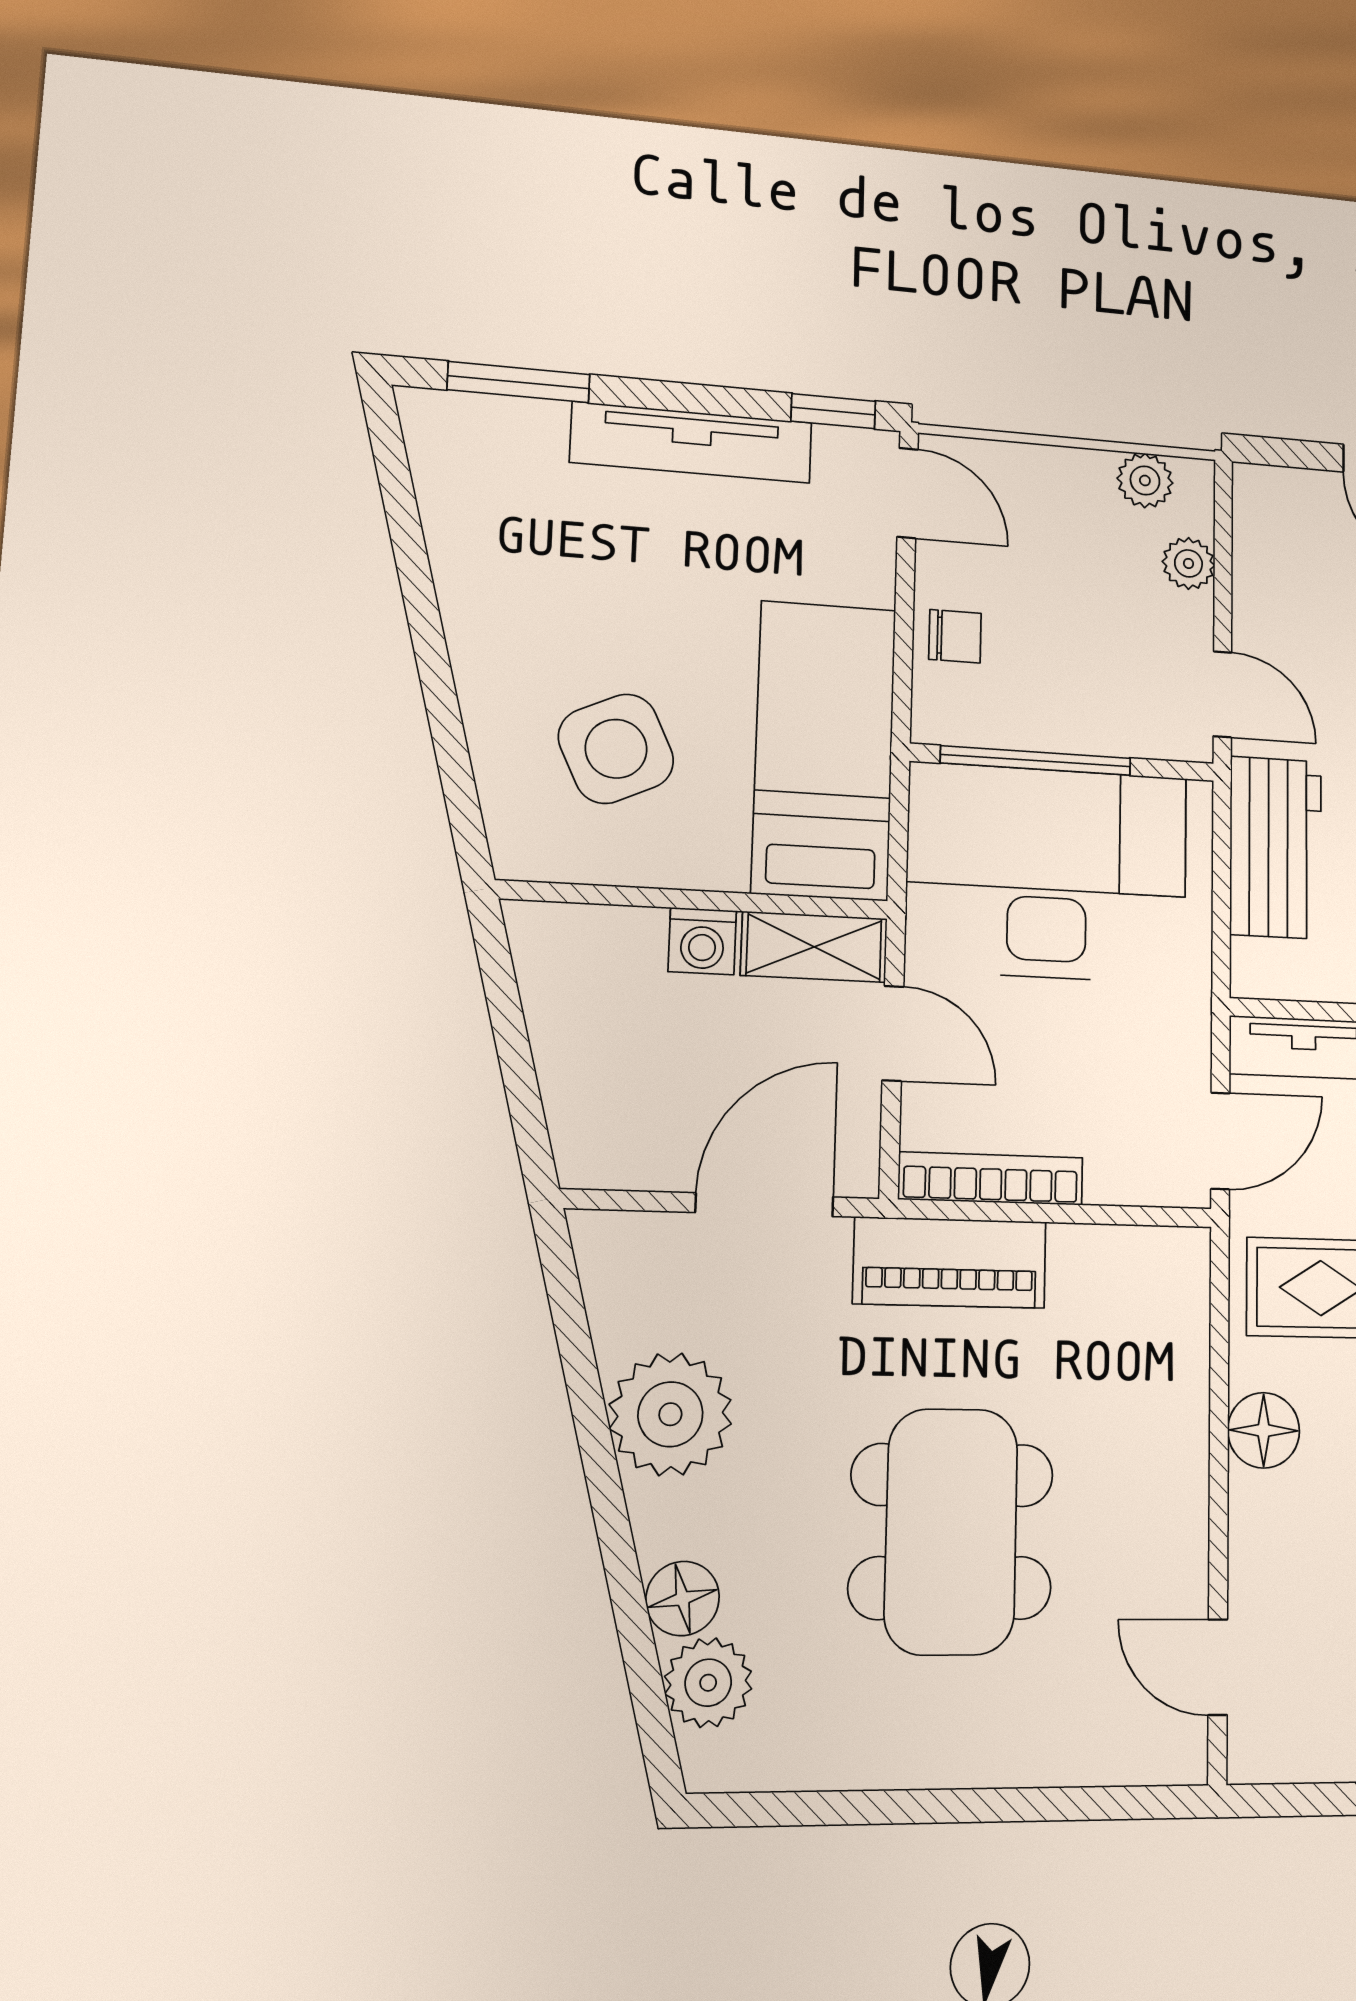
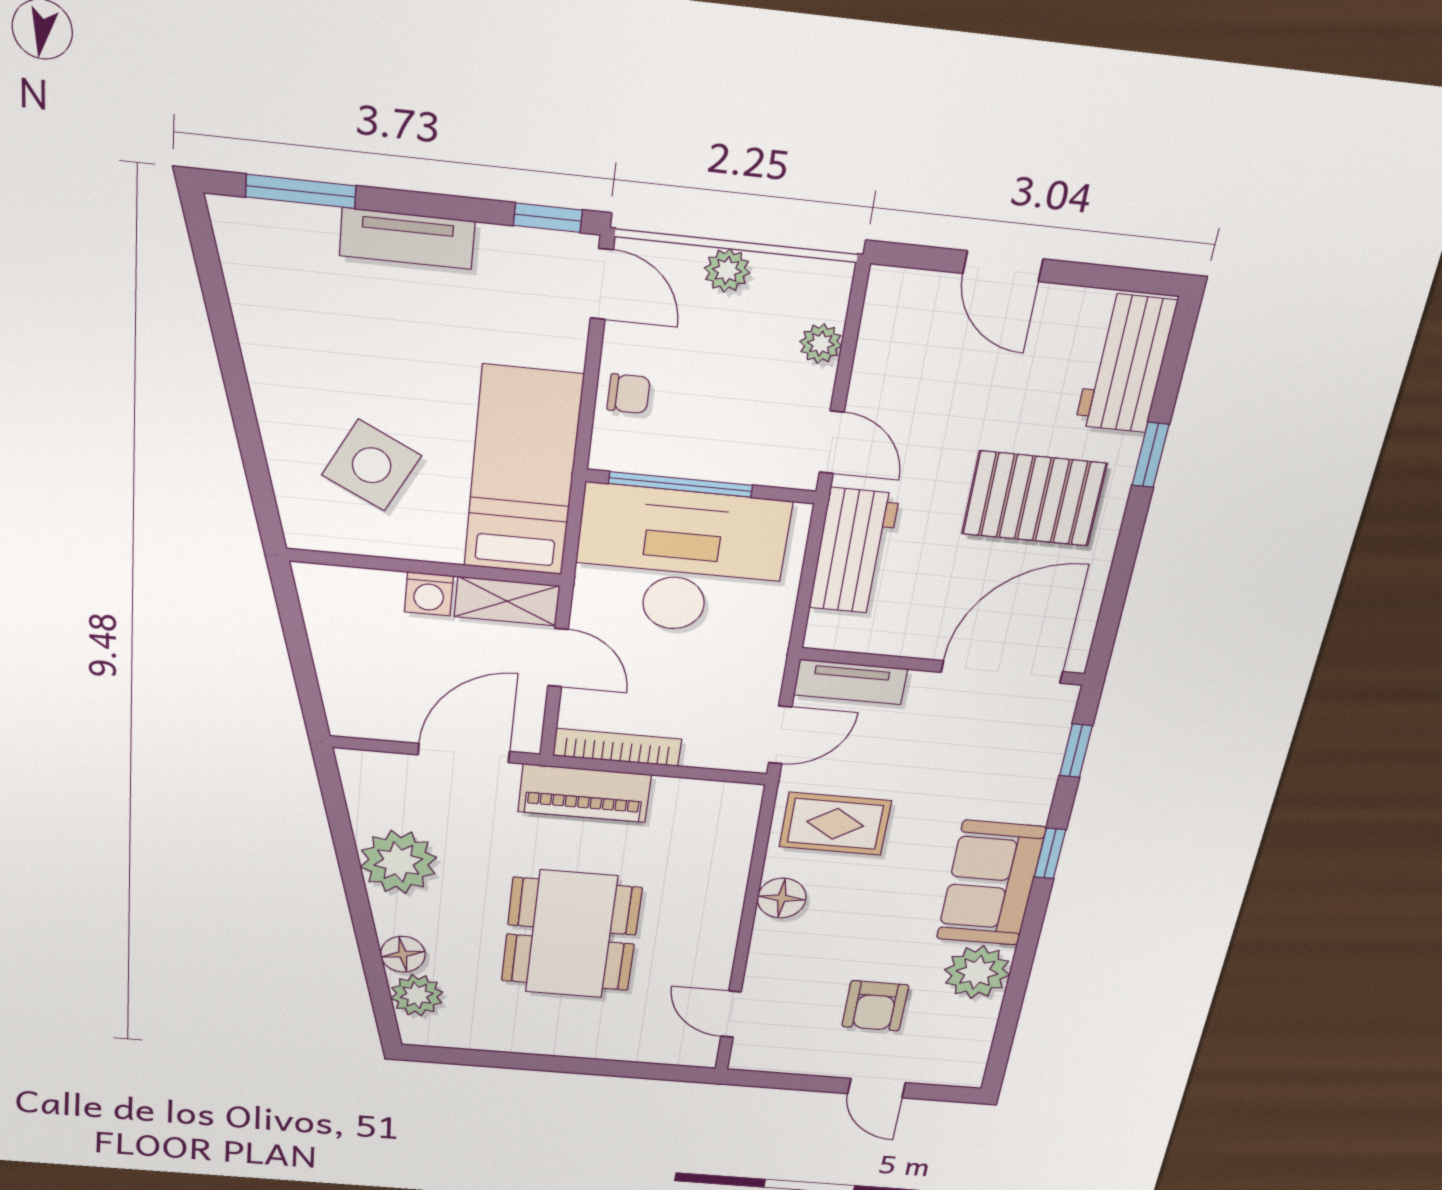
tv unit: (692, 442) -> (407, 239), width x0.71
plant: (1145, 481) -> (727, 270), moved
side table: (616, 749) -> (372, 465), turned -38

